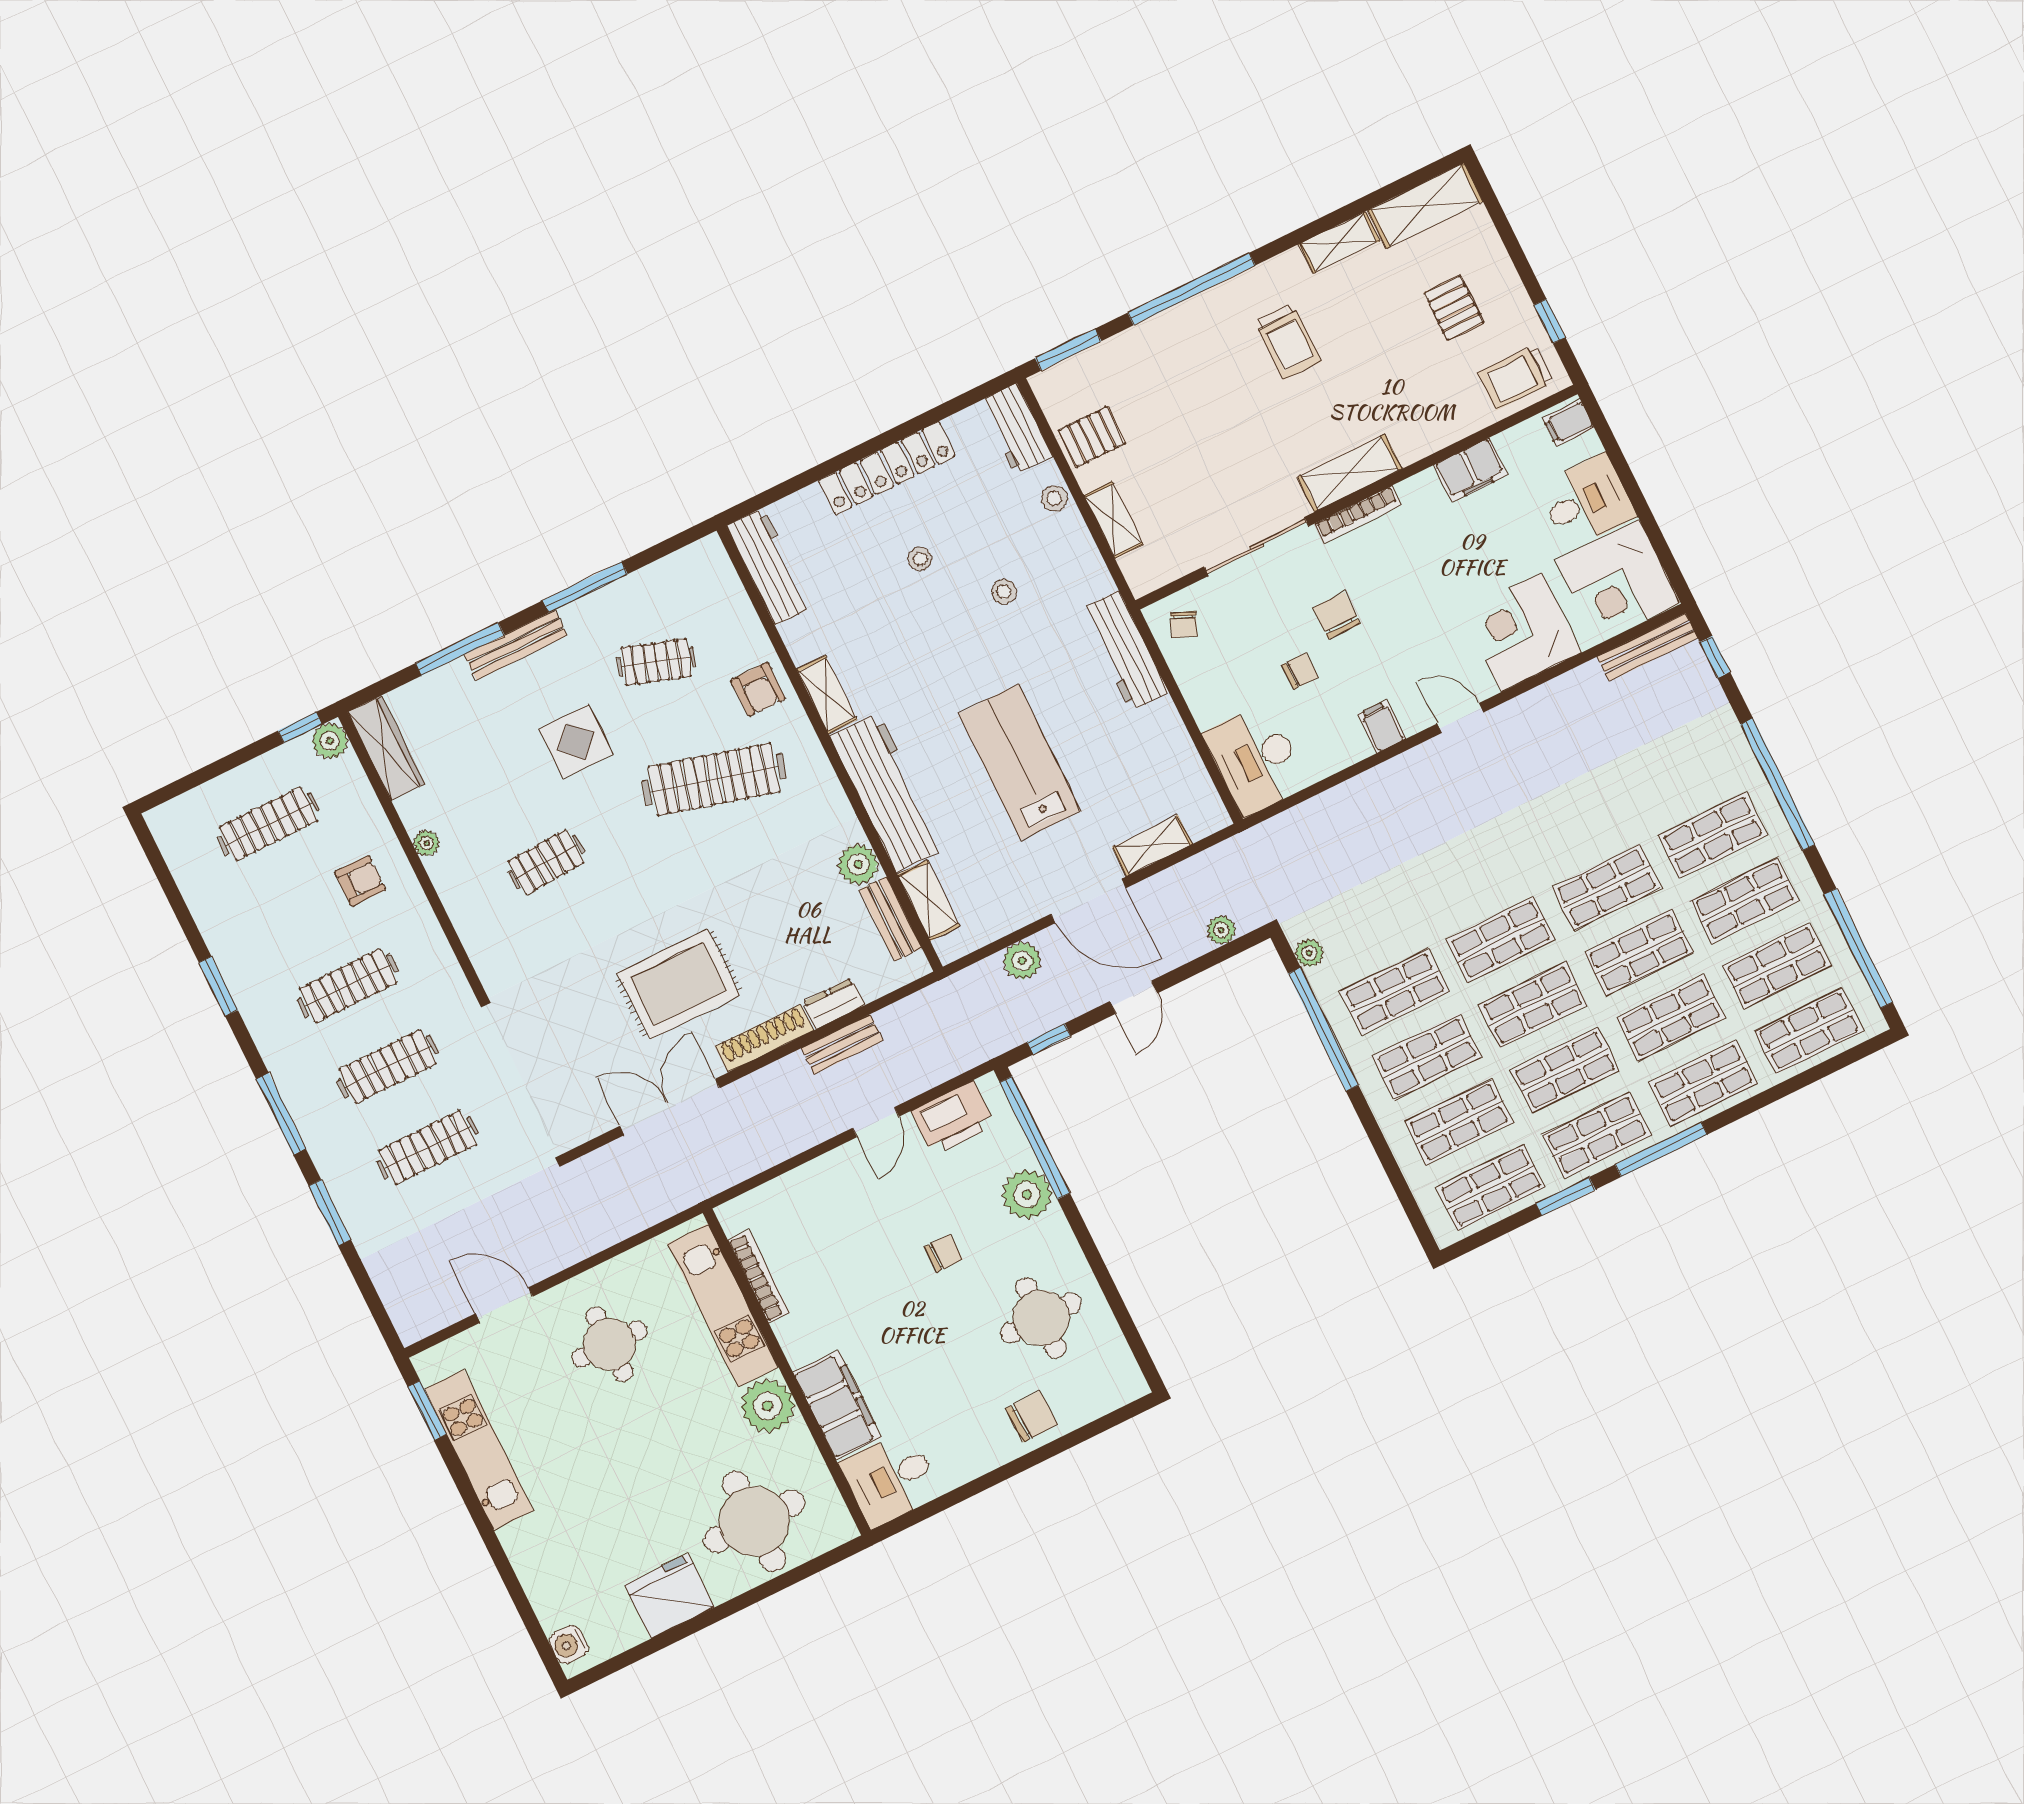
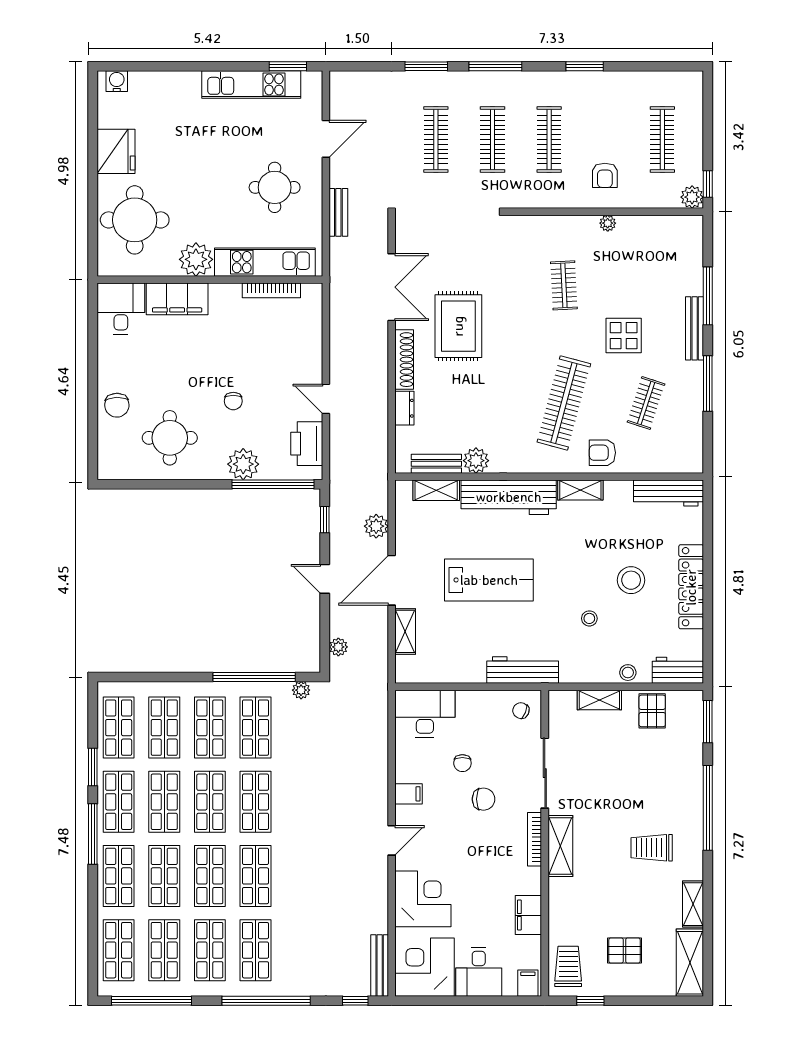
stool: (920, 559) -> (631, 580), width x1.89, depth x1.89
wardrobe: (386, 748) -> (673, 227), removed
bench: (842, 1044) -> (338, 212), moved

